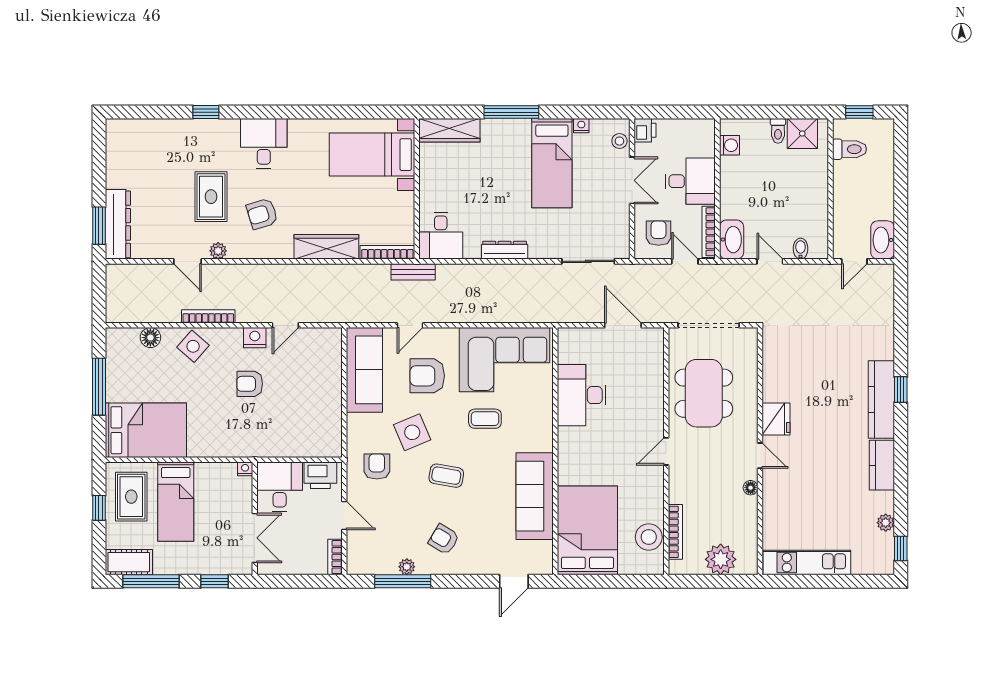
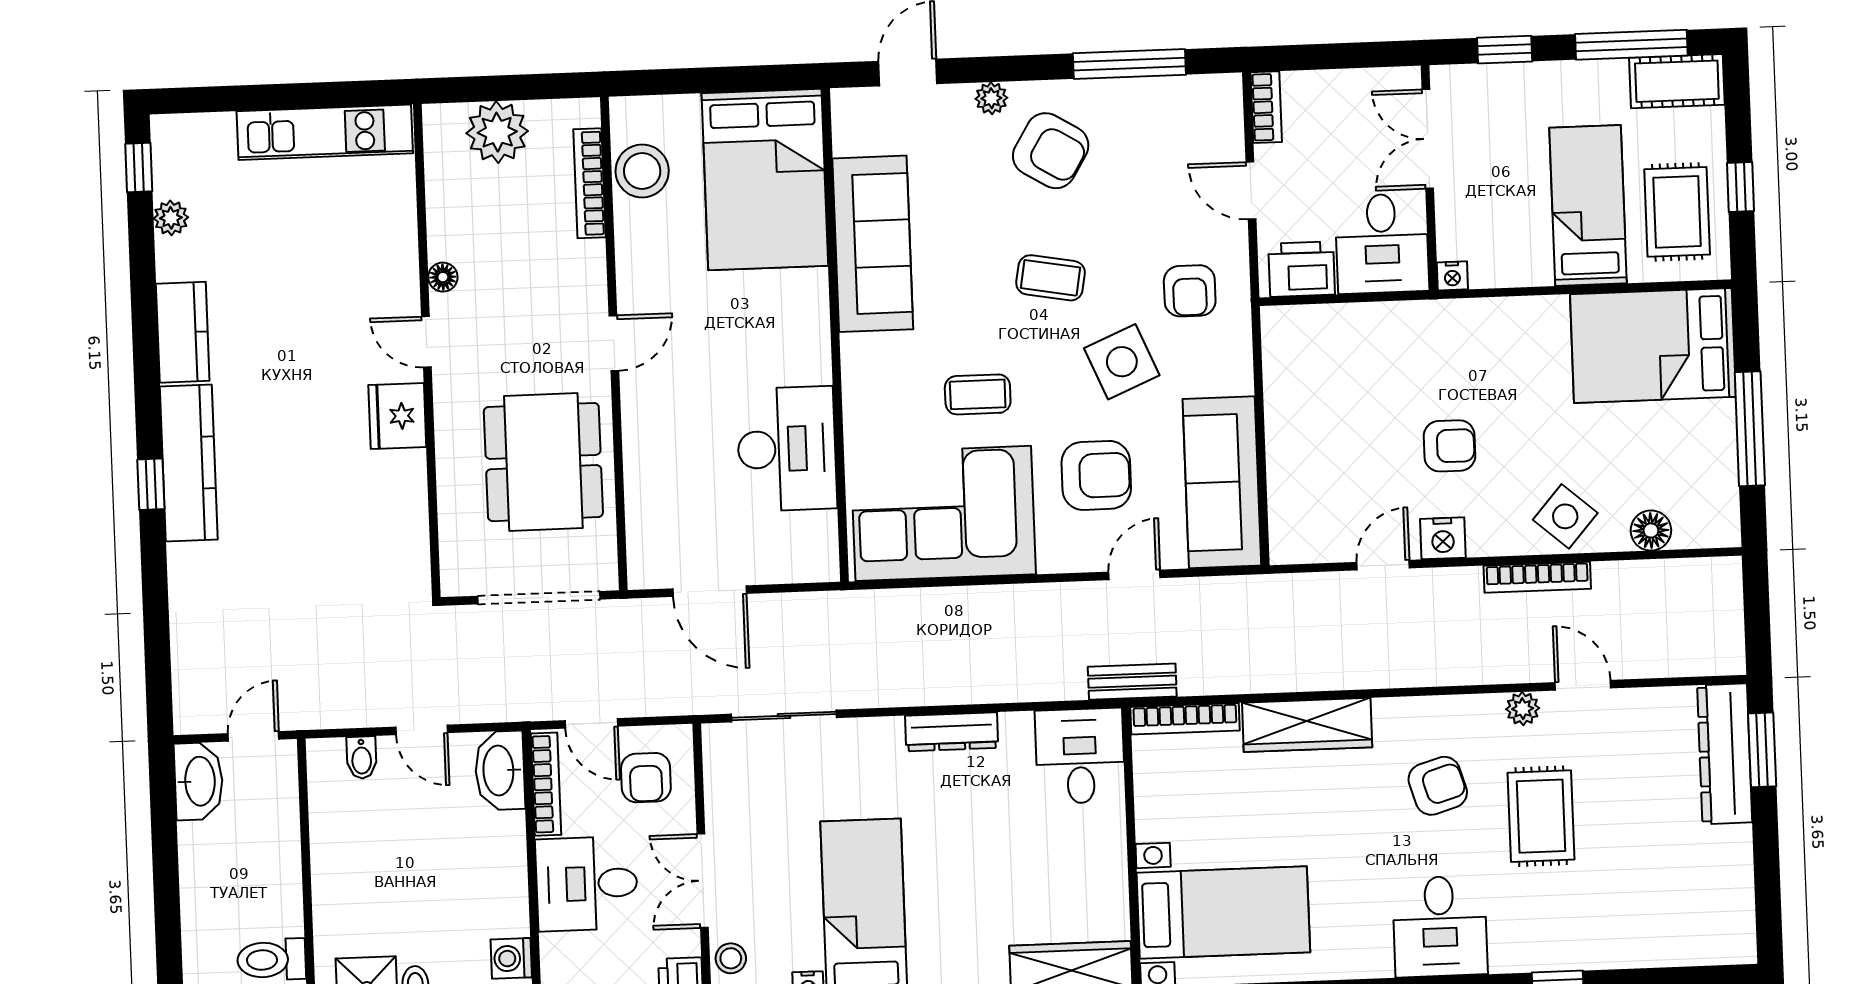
armchair: (444, 539) -> (1051, 151), width x1.38, depth x1.38
plant: (407, 567) -> (991, 98), moved

